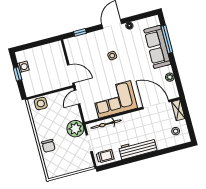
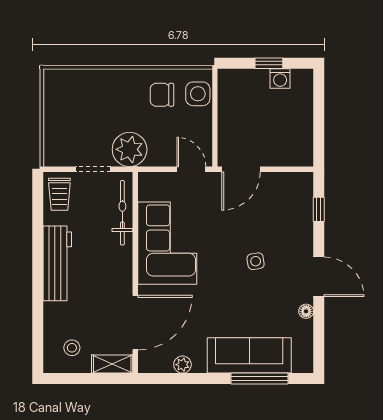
chair: (48, 146) -> (162, 95), moved

